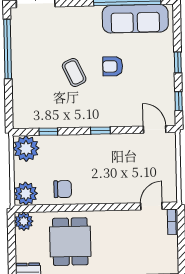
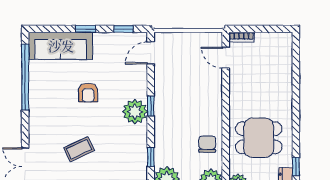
sofa: (135, 19) -> (61, 46), moved, turned 90
coffee table: (74, 72) -> (79, 149), moved
plant: (94, 115) -> (135, 112), added

